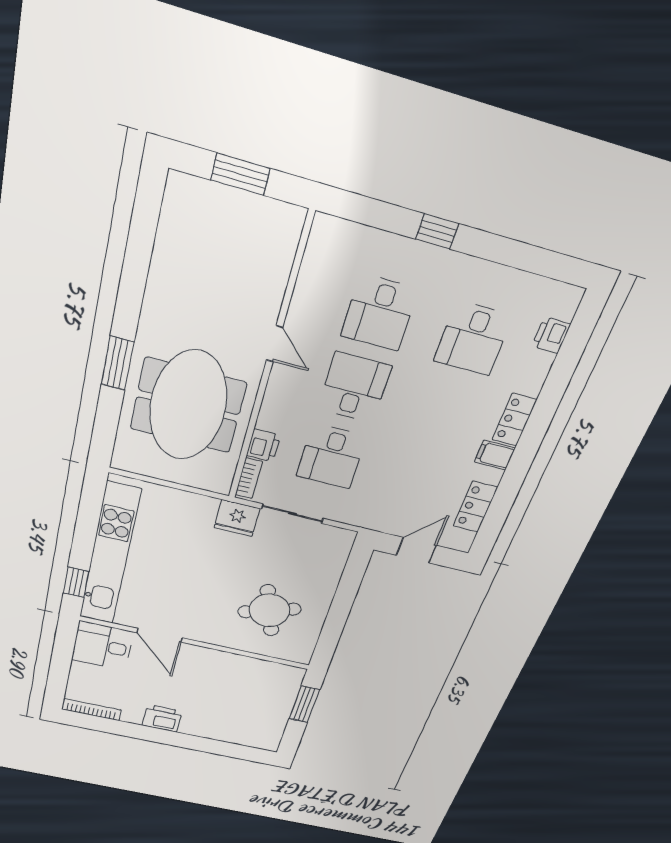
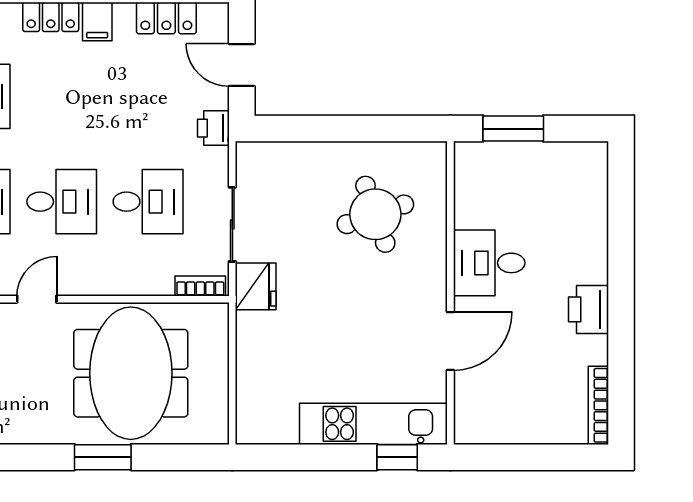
desk: (354, 388) -> (62, 202), turned 180
meeting table: (188, 406) -> (131, 373), turned 90
printer: (263, 445) -> (213, 128), moved, turned -90
kitchen unit: (110, 555) -> (373, 424), width x0.73
desk: (103, 646) -> (489, 263), moved, turned 90

